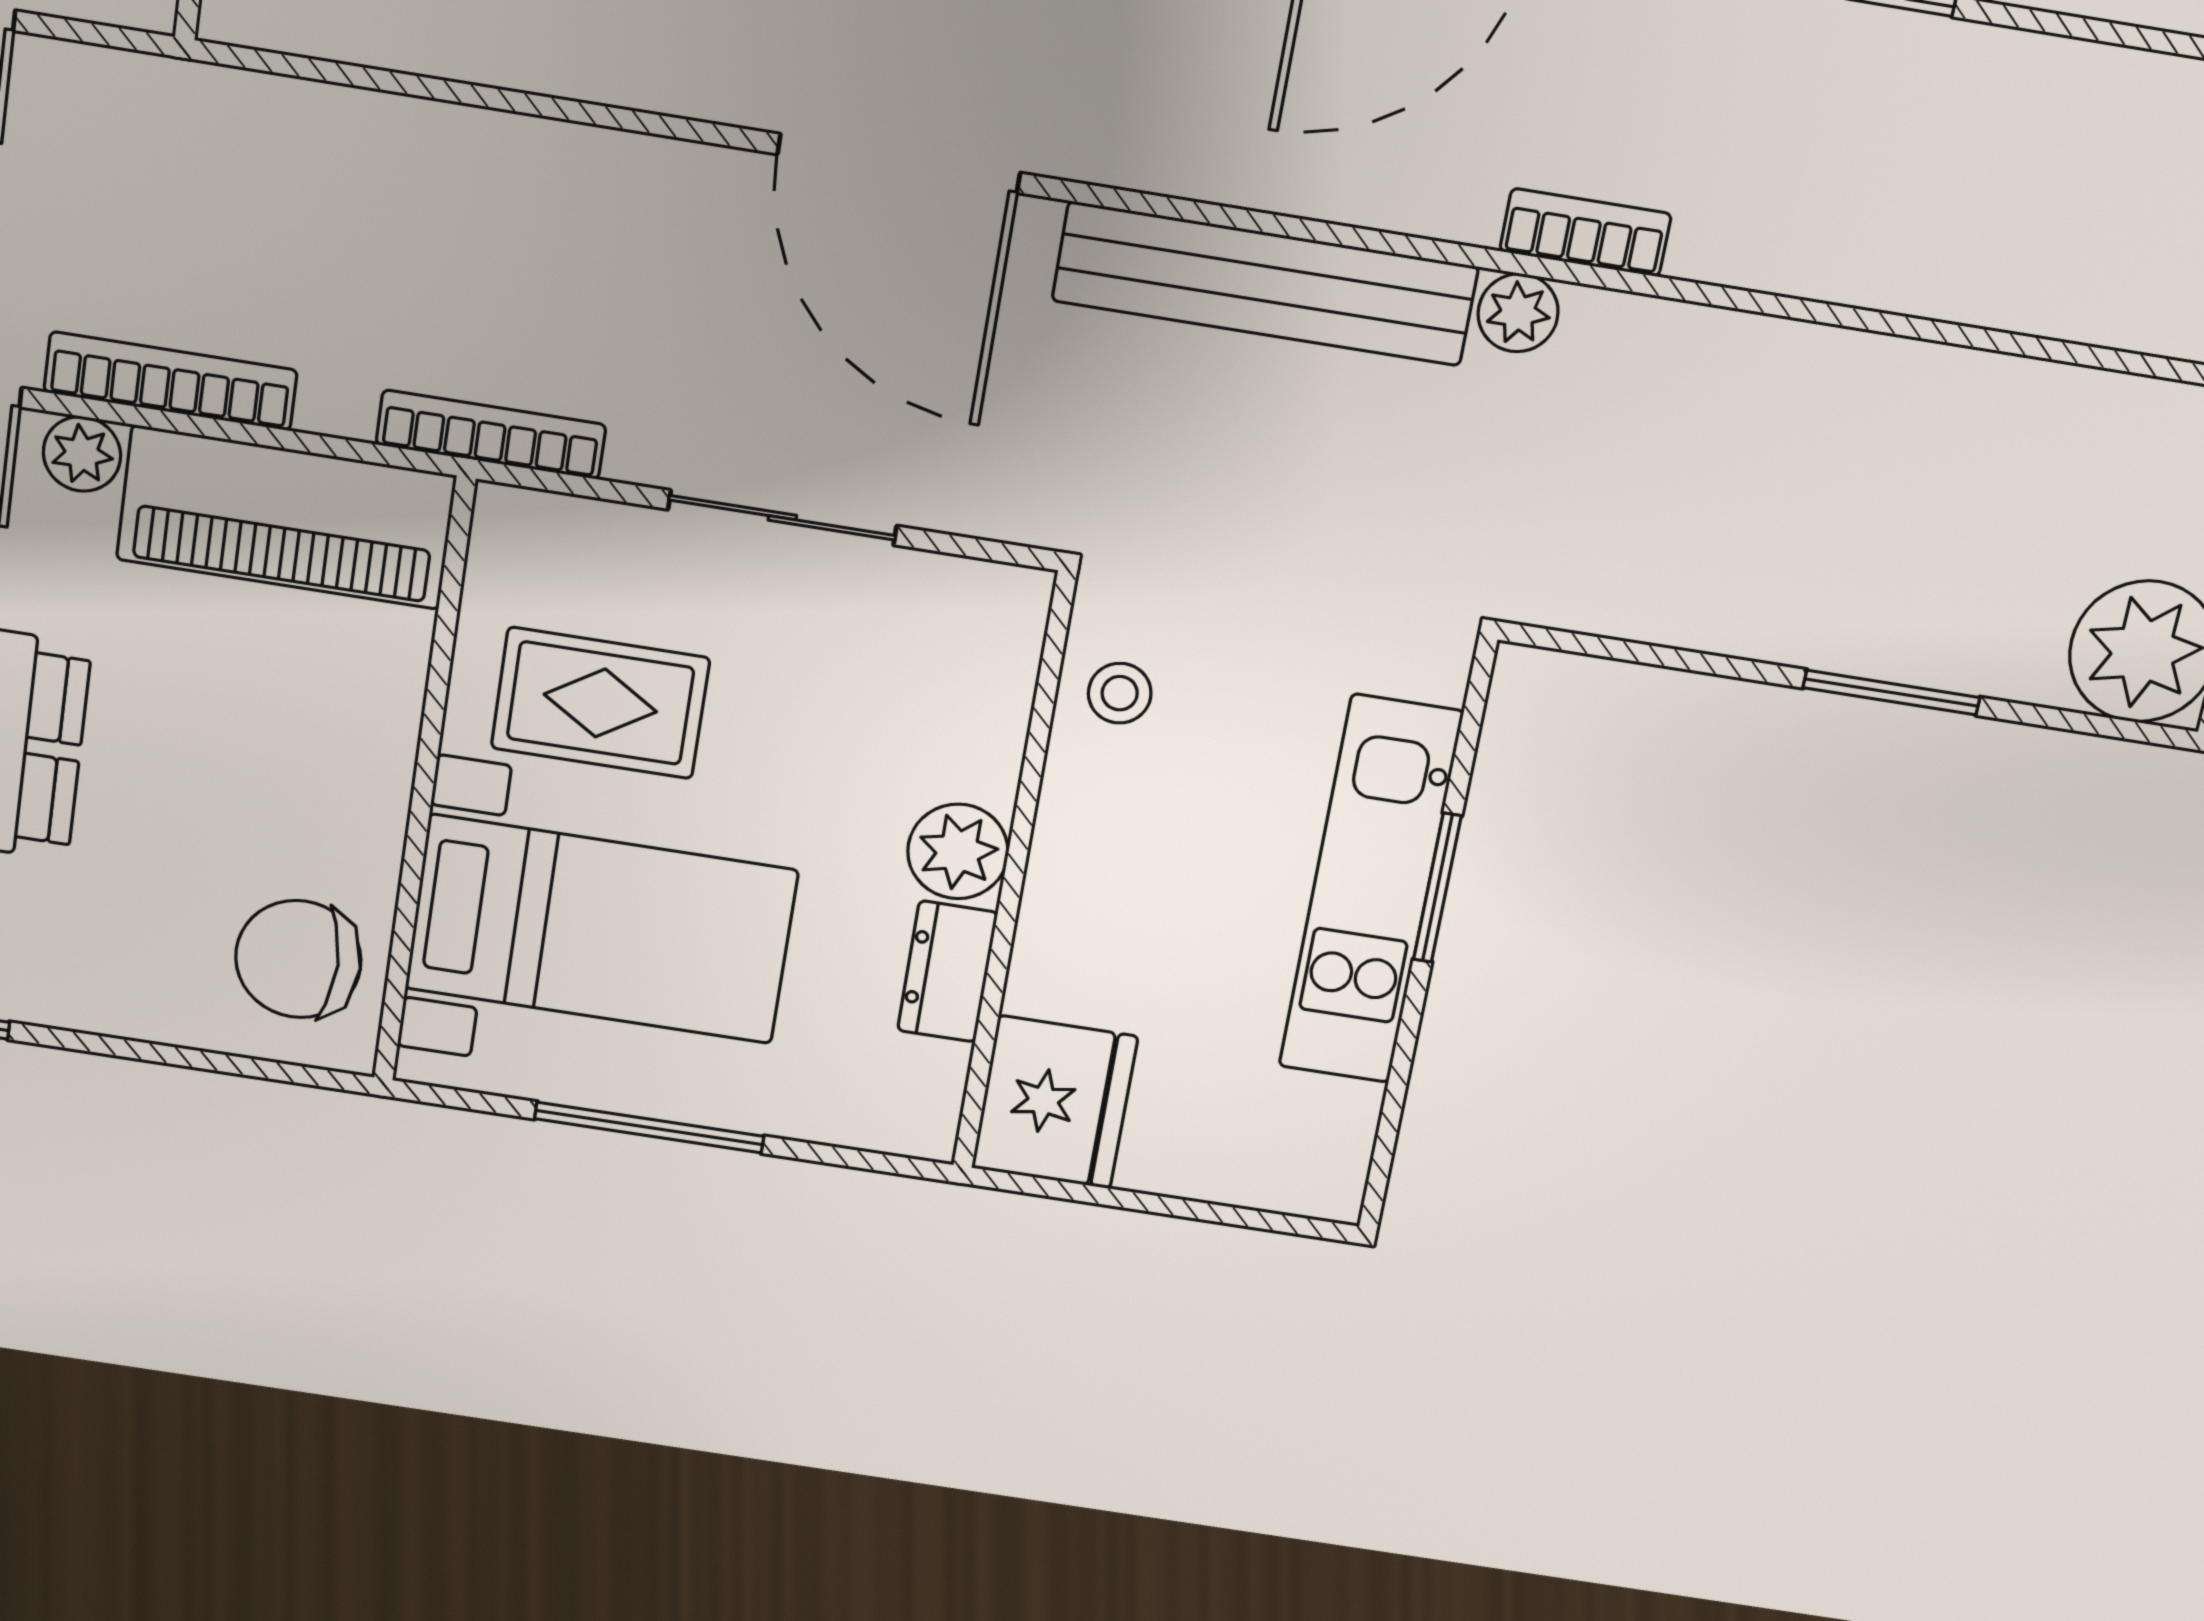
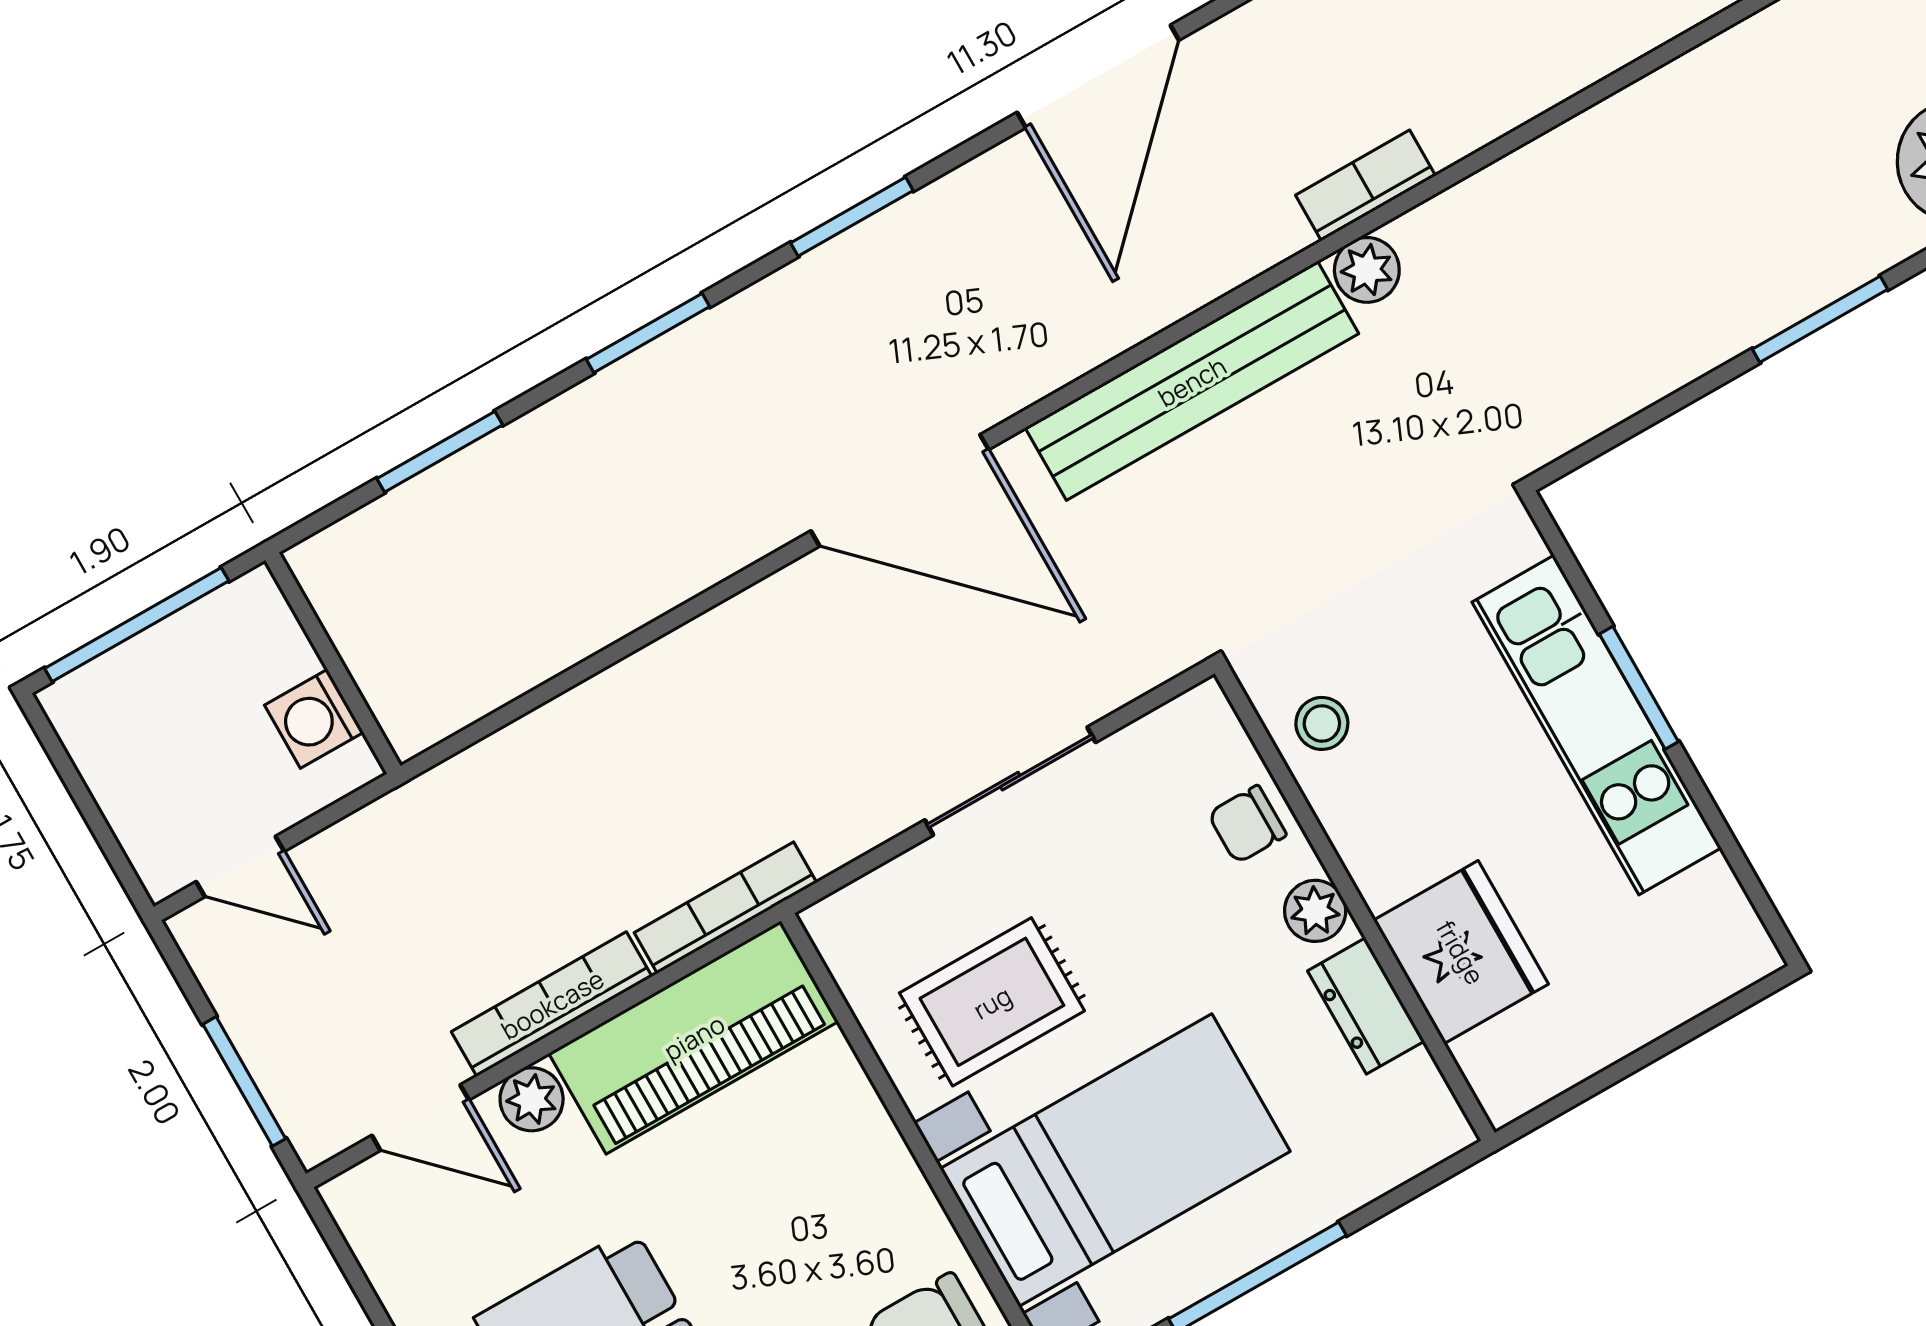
bookcase: (491, 435) -> (725, 908), moved
chair: (973, 729) -> (1247, 824), added
plant: (958, 851) -> (1315, 911), width x0.73, depth x0.73
fridge: (1054, 1102) -> (1461, 952), moved

